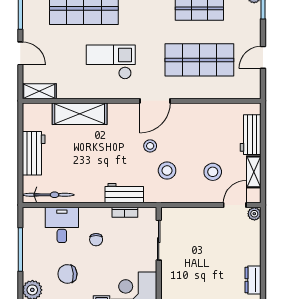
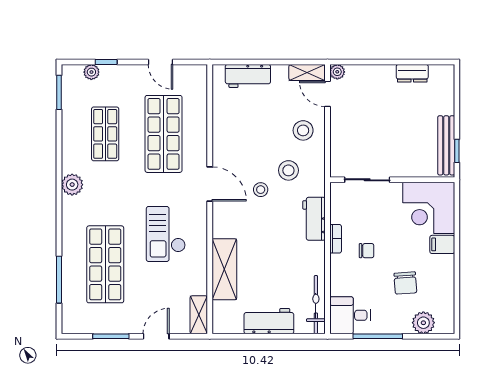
stool: (213, 172) -> (303, 130), moved
shelving: (254, 172) -> (307, 72), moved
bookcase: (125, 212) -> (336, 239), moved
desk: (62, 225) -> (350, 315), moved

